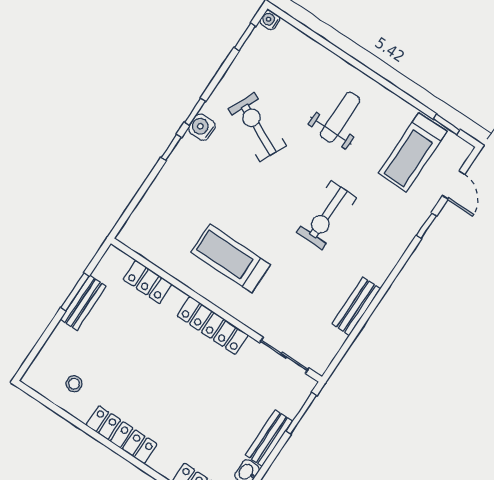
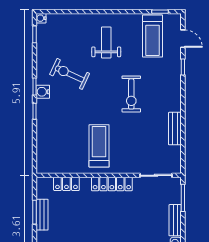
treadmill: (231, 259) -> (99, 146), turned 90

